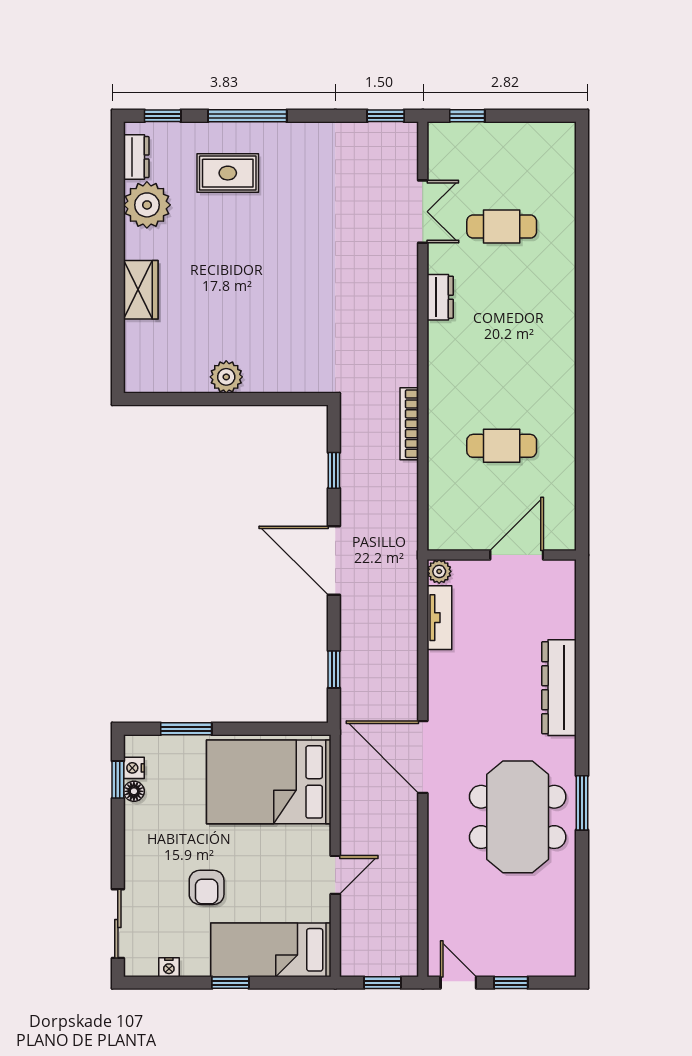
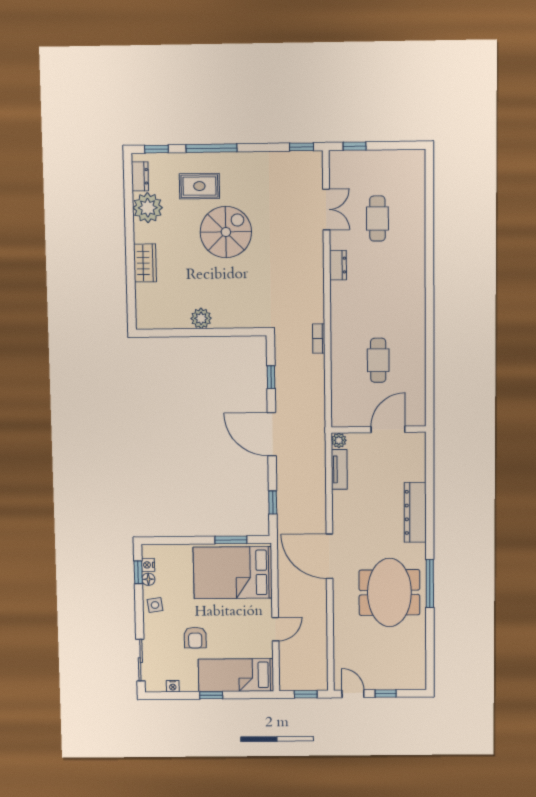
cafe table: (502, 227) -> (377, 219), turned 90
spiral stairs: (267, 244) -> (226, 232), added
bookcase: (409, 424) -> (319, 339), width x0.64
cafe table: (502, 446) -> (378, 360), turned 90
window: (186, 729) -> (231, 540), moved
window: (582, 803) -> (430, 583), width x1.44
side table: (144, 833) -> (155, 605), added

